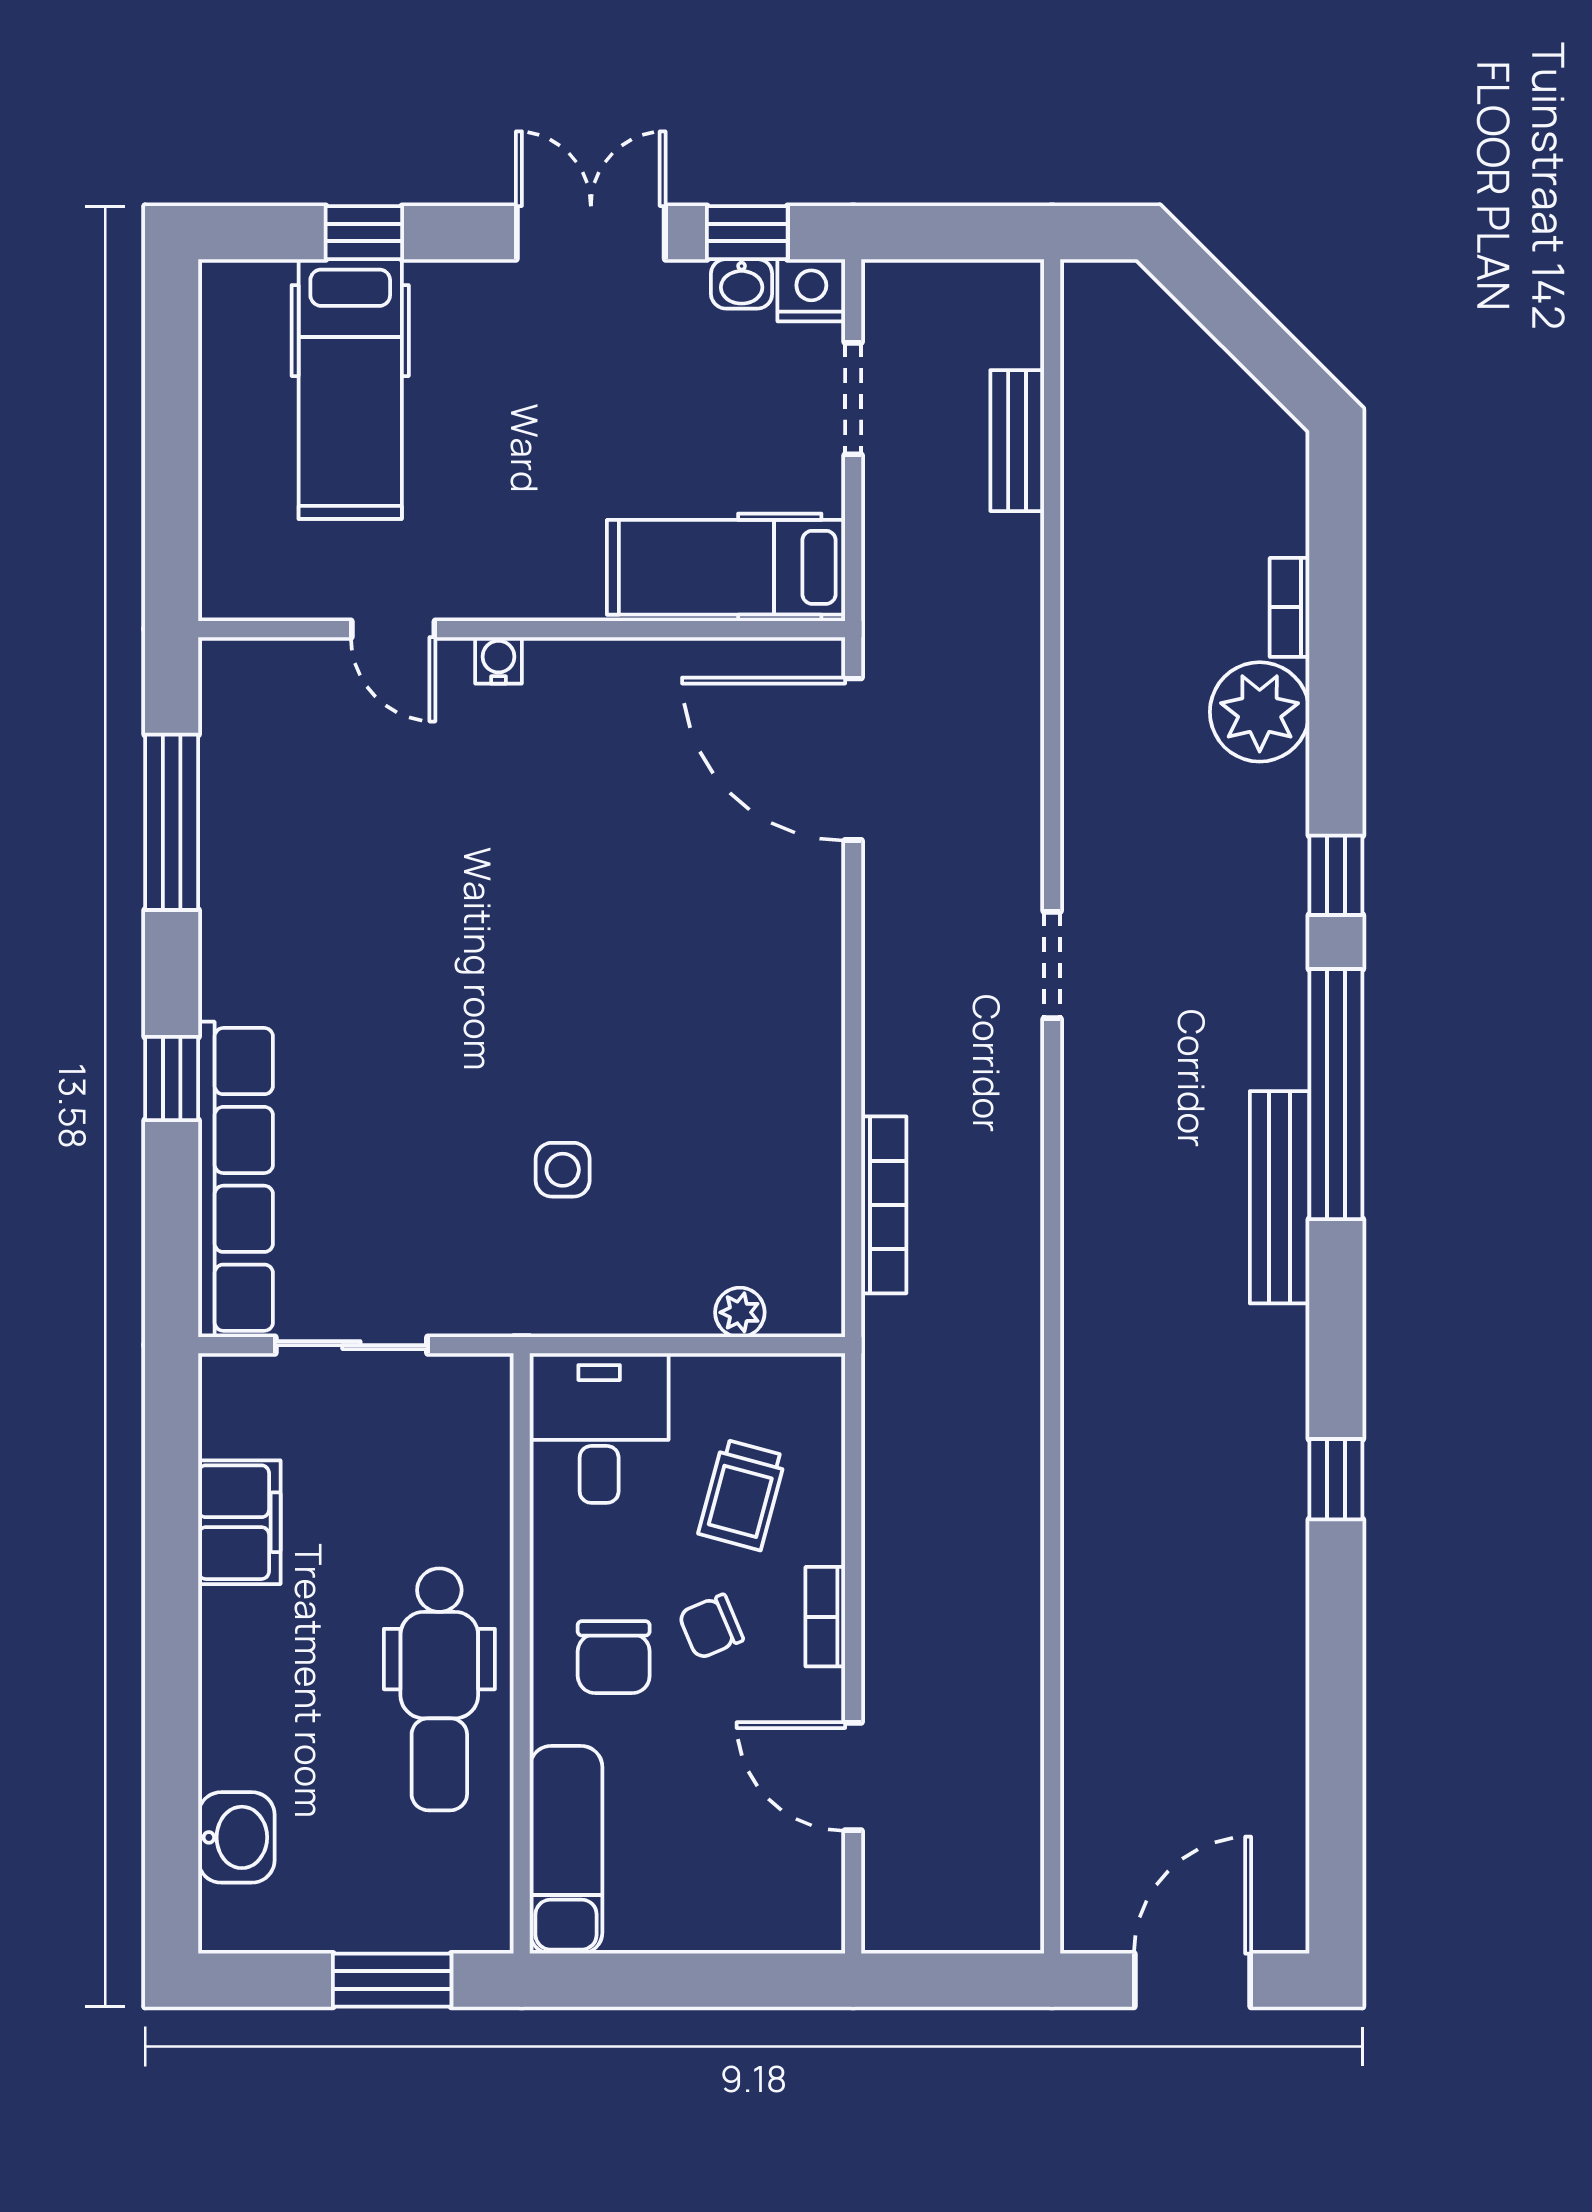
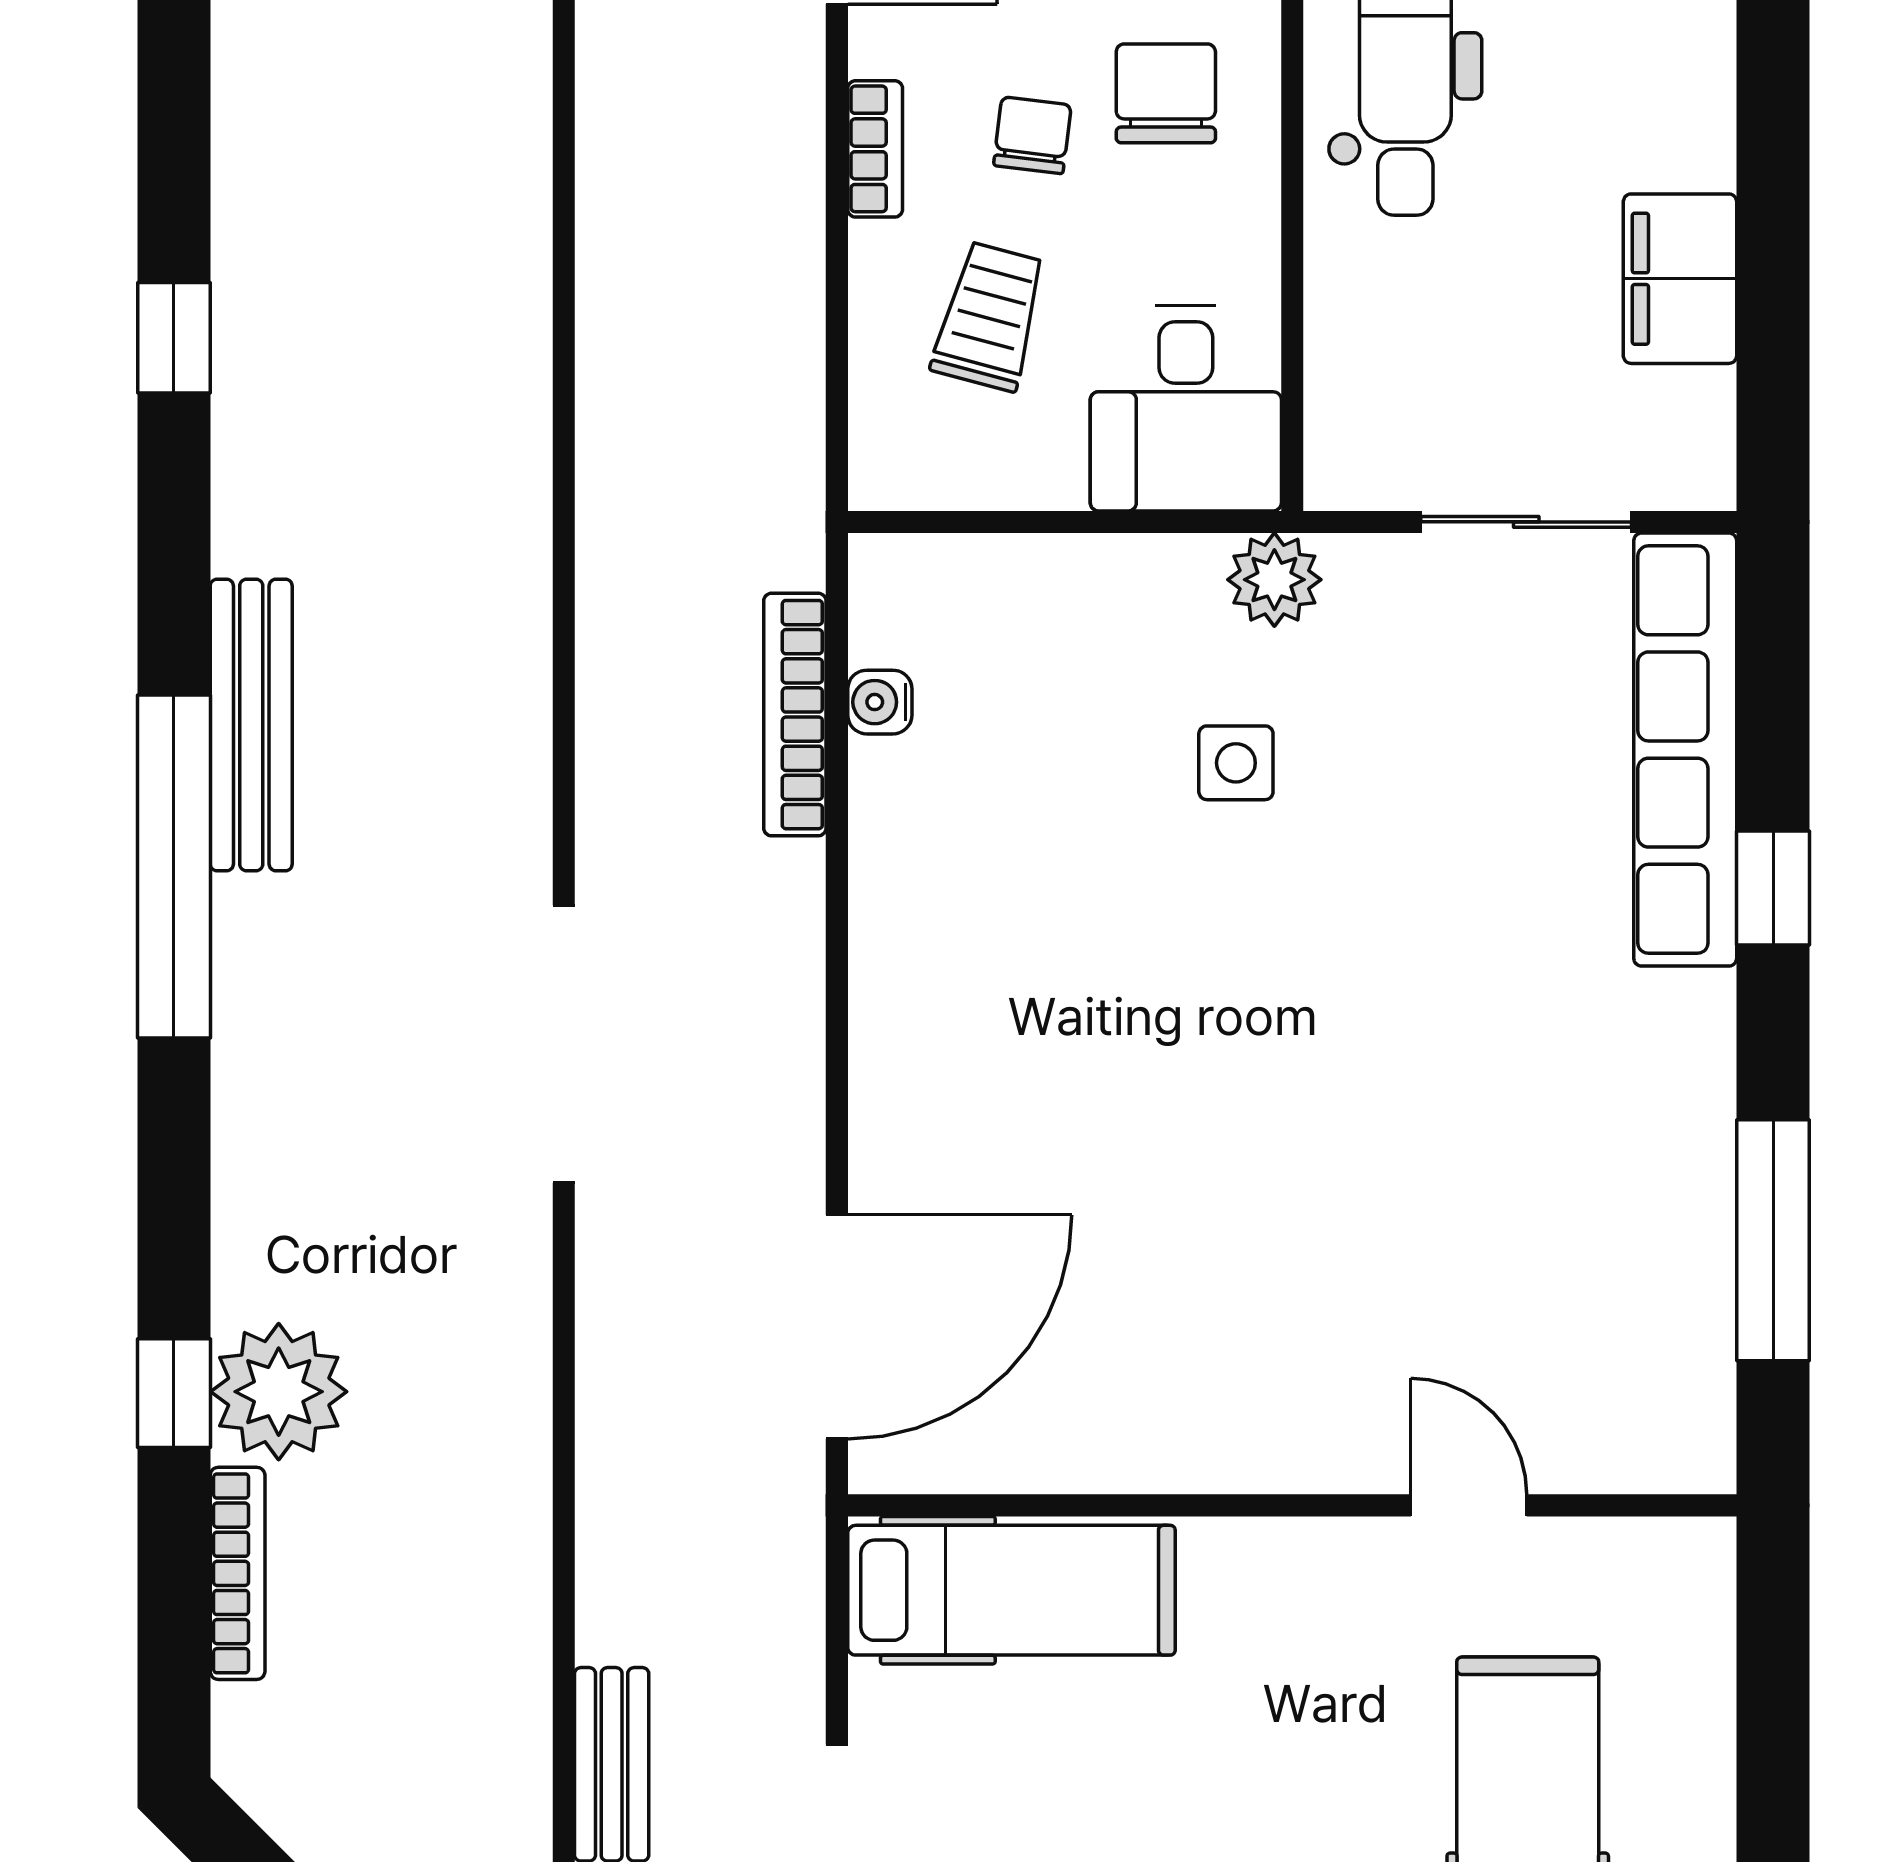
bookcase: (1289, 607) -> (238, 1573), width x1.56
water cooler: (499, 660) -> (880, 702), moved, turned 90
door: (853, 759) -> (837, 1327), hinge flipped
window: (1336, 875) -> (174, 1393), moved
doorway: (1052, 965) -> (564, 1044), width x1.88
plant: (740, 1312) -> (1274, 580), moved, width x1.38, depth x1.38
chair: (711, 1627) -> (1032, 135), turned -60

